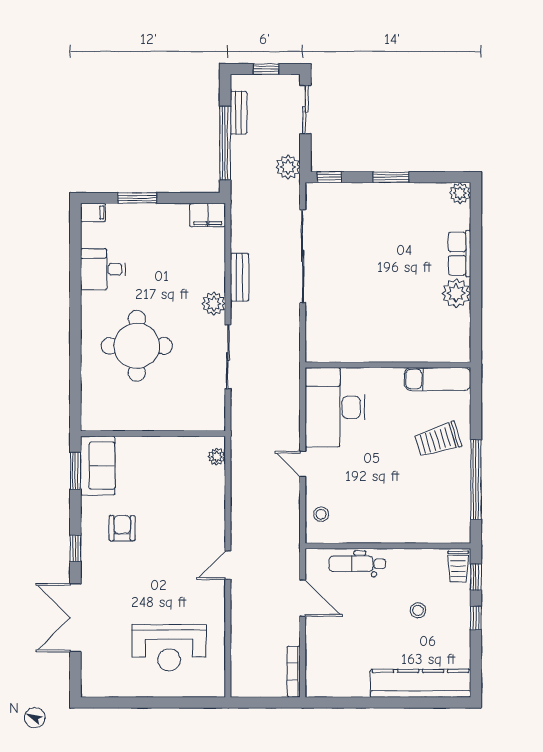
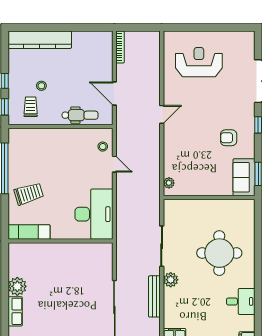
bench: (239, 277) -> (154, 296), width x1.36
door: (303, 464) -> (114, 164), moved
armchair: (122, 528) -> (229, 138), turned 90
trolley: (458, 566) -> (31, 107), moved

